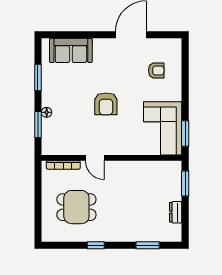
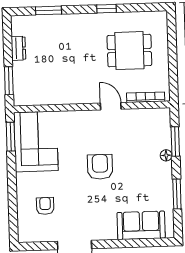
armchair: (156, 70) -> (45, 206), turned 90

